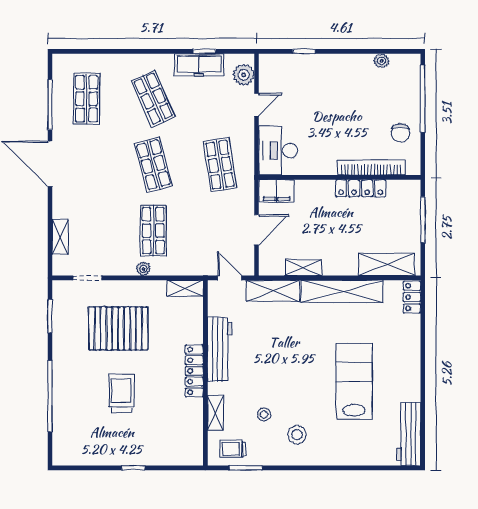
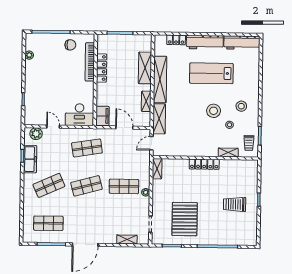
shelving: (387, 265) -> (145, 68), moved
locker: (412, 297) -> (176, 40), moved
pallet: (118, 328) -> (185, 219), moved
workbench: (220, 349) -> (205, 42), moved, turned 180
stool: (288, 386) -> (214, 111), added
trolley: (121, 393) -> (235, 204), moved

